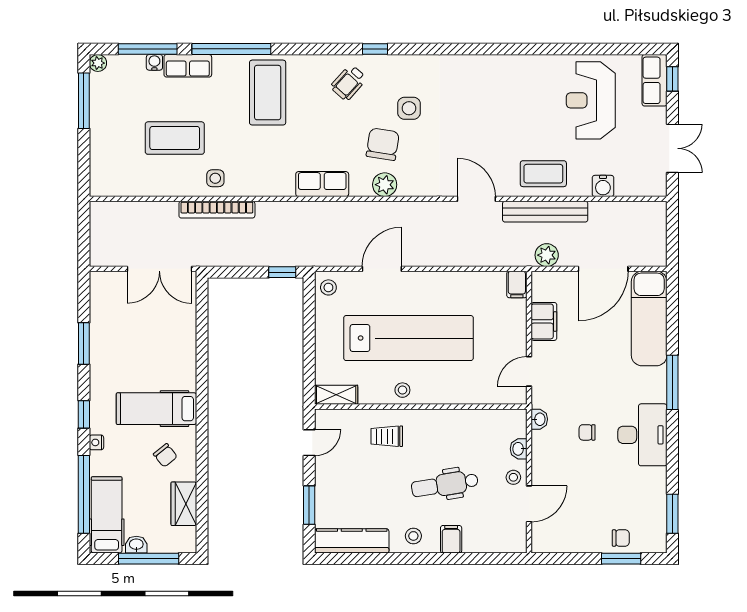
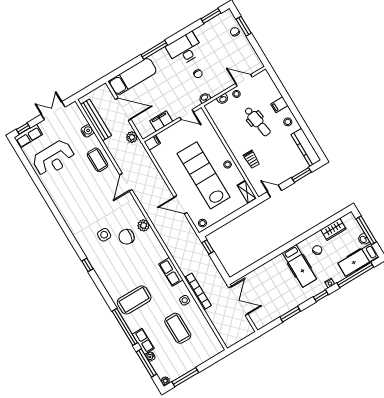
wheelchair: (349, 83) -> (109, 268), removed
row of seats: (322, 184) -> (171, 272), moved
bench: (545, 212) -> (96, 120), moved

